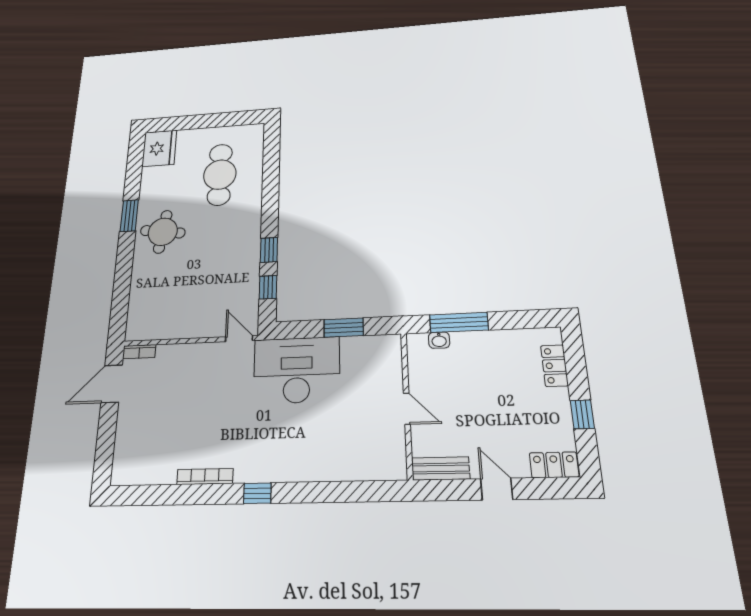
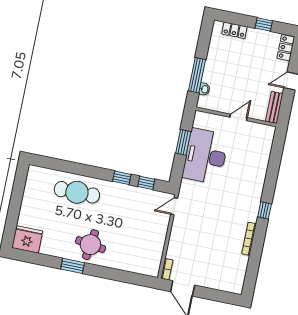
cafe table: (220, 175) -> (77, 192), moved
desk: (297, 370) -> (205, 156), moved

